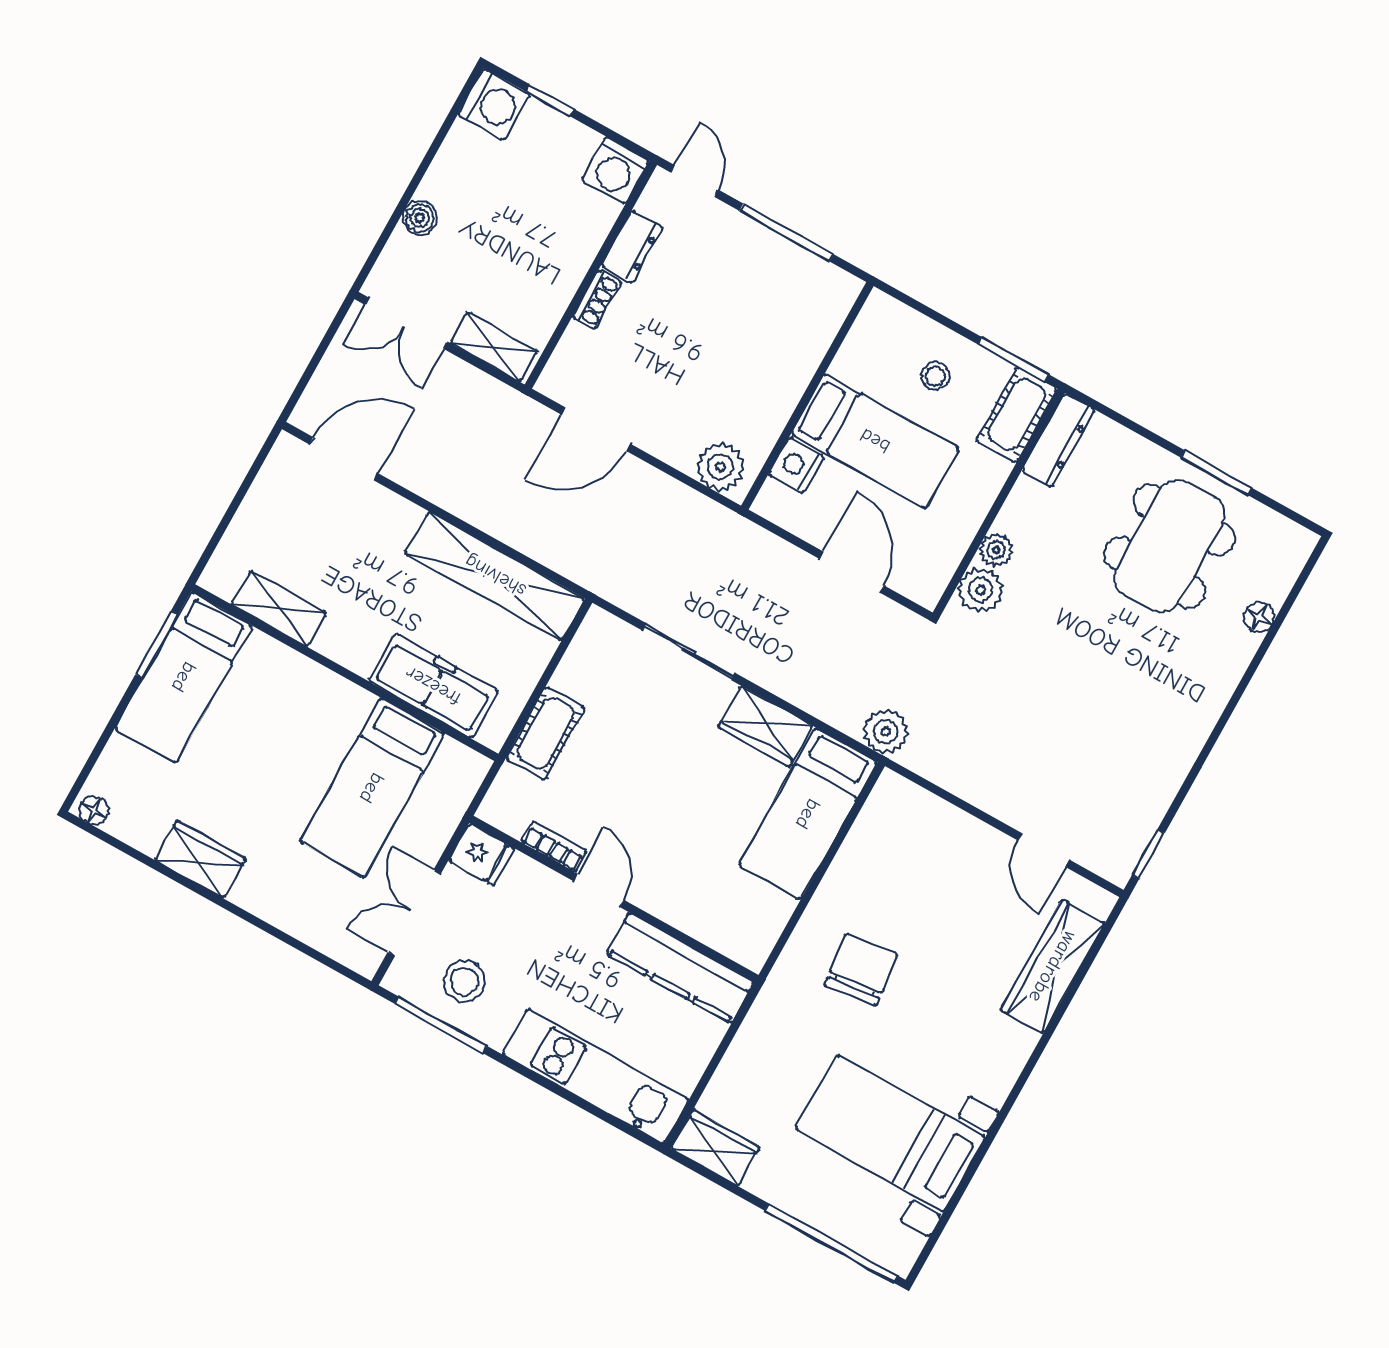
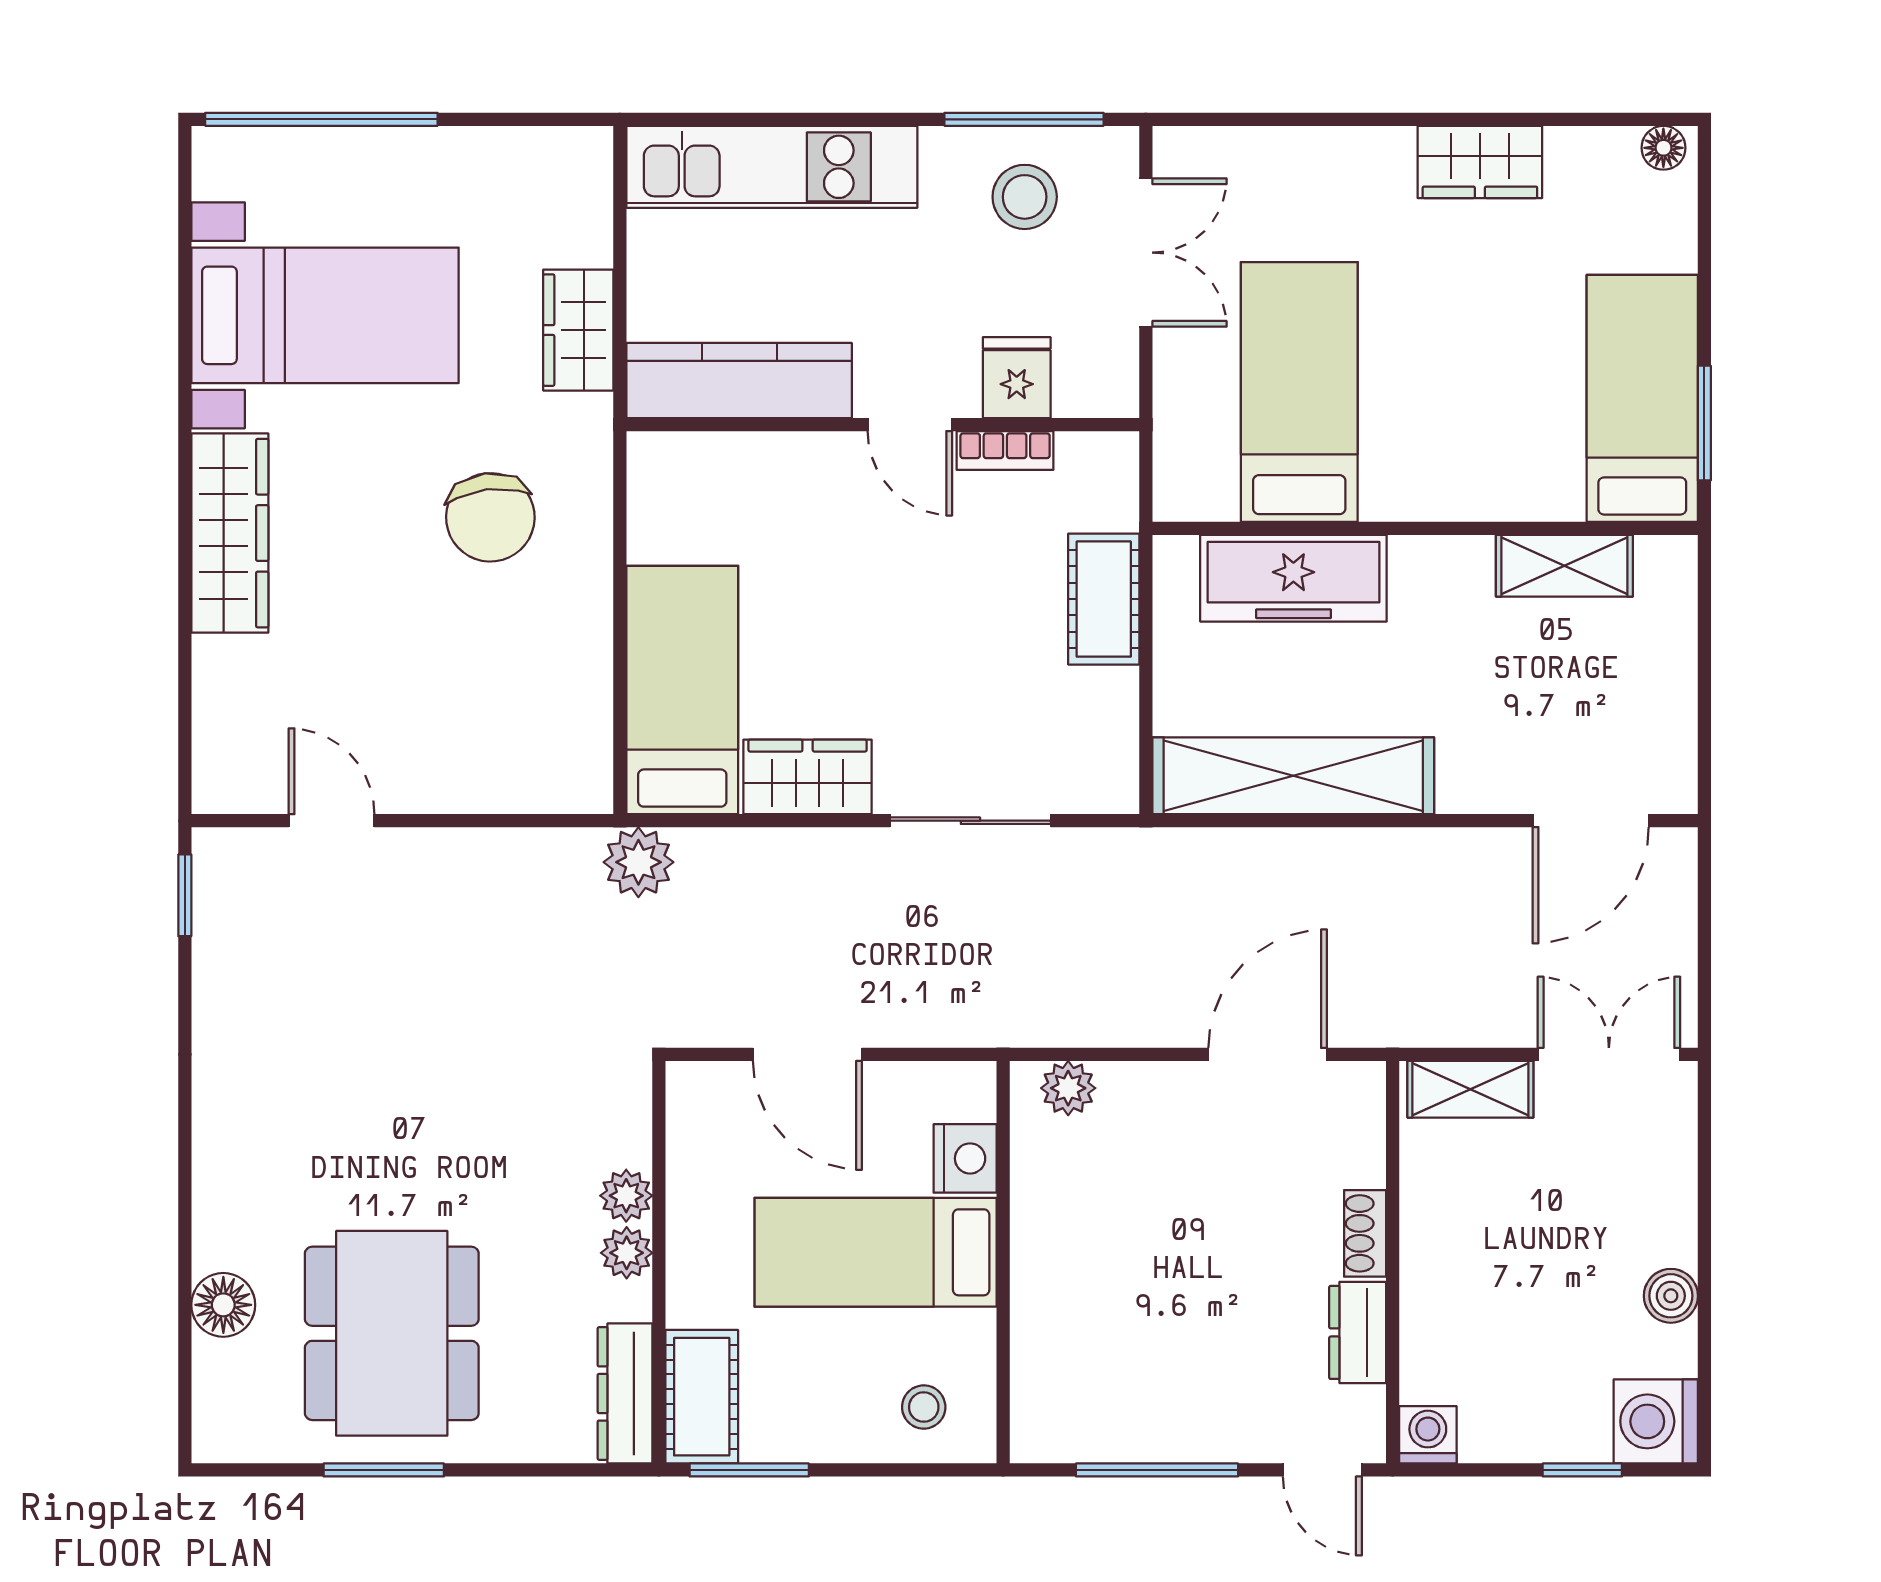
washing machine: (615, 171) -> (1428, 1435), width x0.73, depth x0.73
boiler: (420, 218) -> (1671, 1296), moved
stool: (935, 376) -> (924, 1407), moved
plant: (720, 467) -> (1068, 1088), width x0.73, depth x0.73
plant: (981, 590) -> (627, 1253), moved, width x0.73, depth x0.73
floor lamp: (1259, 617) -> (223, 1305), width x1.37, depth x1.37
fridge: (481, 854) -> (1017, 378), moved, turned 90
wardrobe: (1053, 967) -> (230, 533), moved
wardrobe: (716, 1148) -> (578, 330), moved, turned 90

